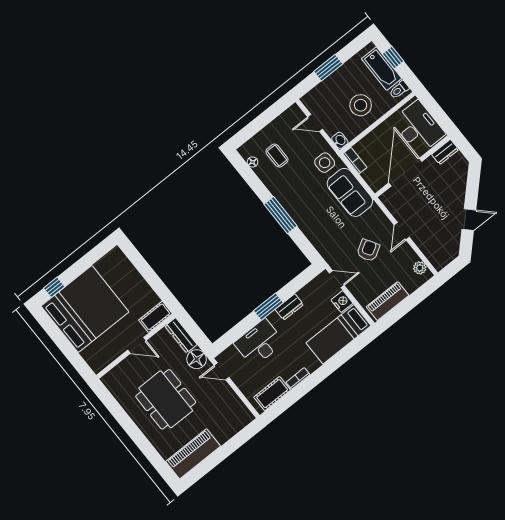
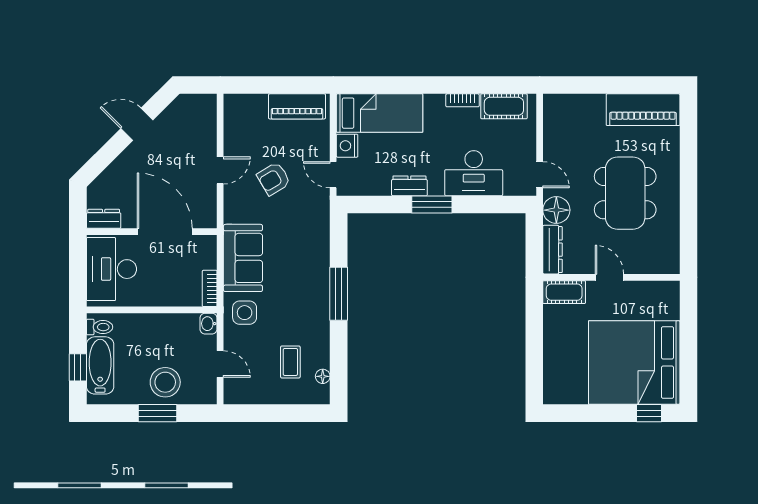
stool: (361, 105) -> (165, 382), moved
door: (405, 172) -> (165, 232), swing flipped
plant: (420, 268) -> (233, 115), removed

